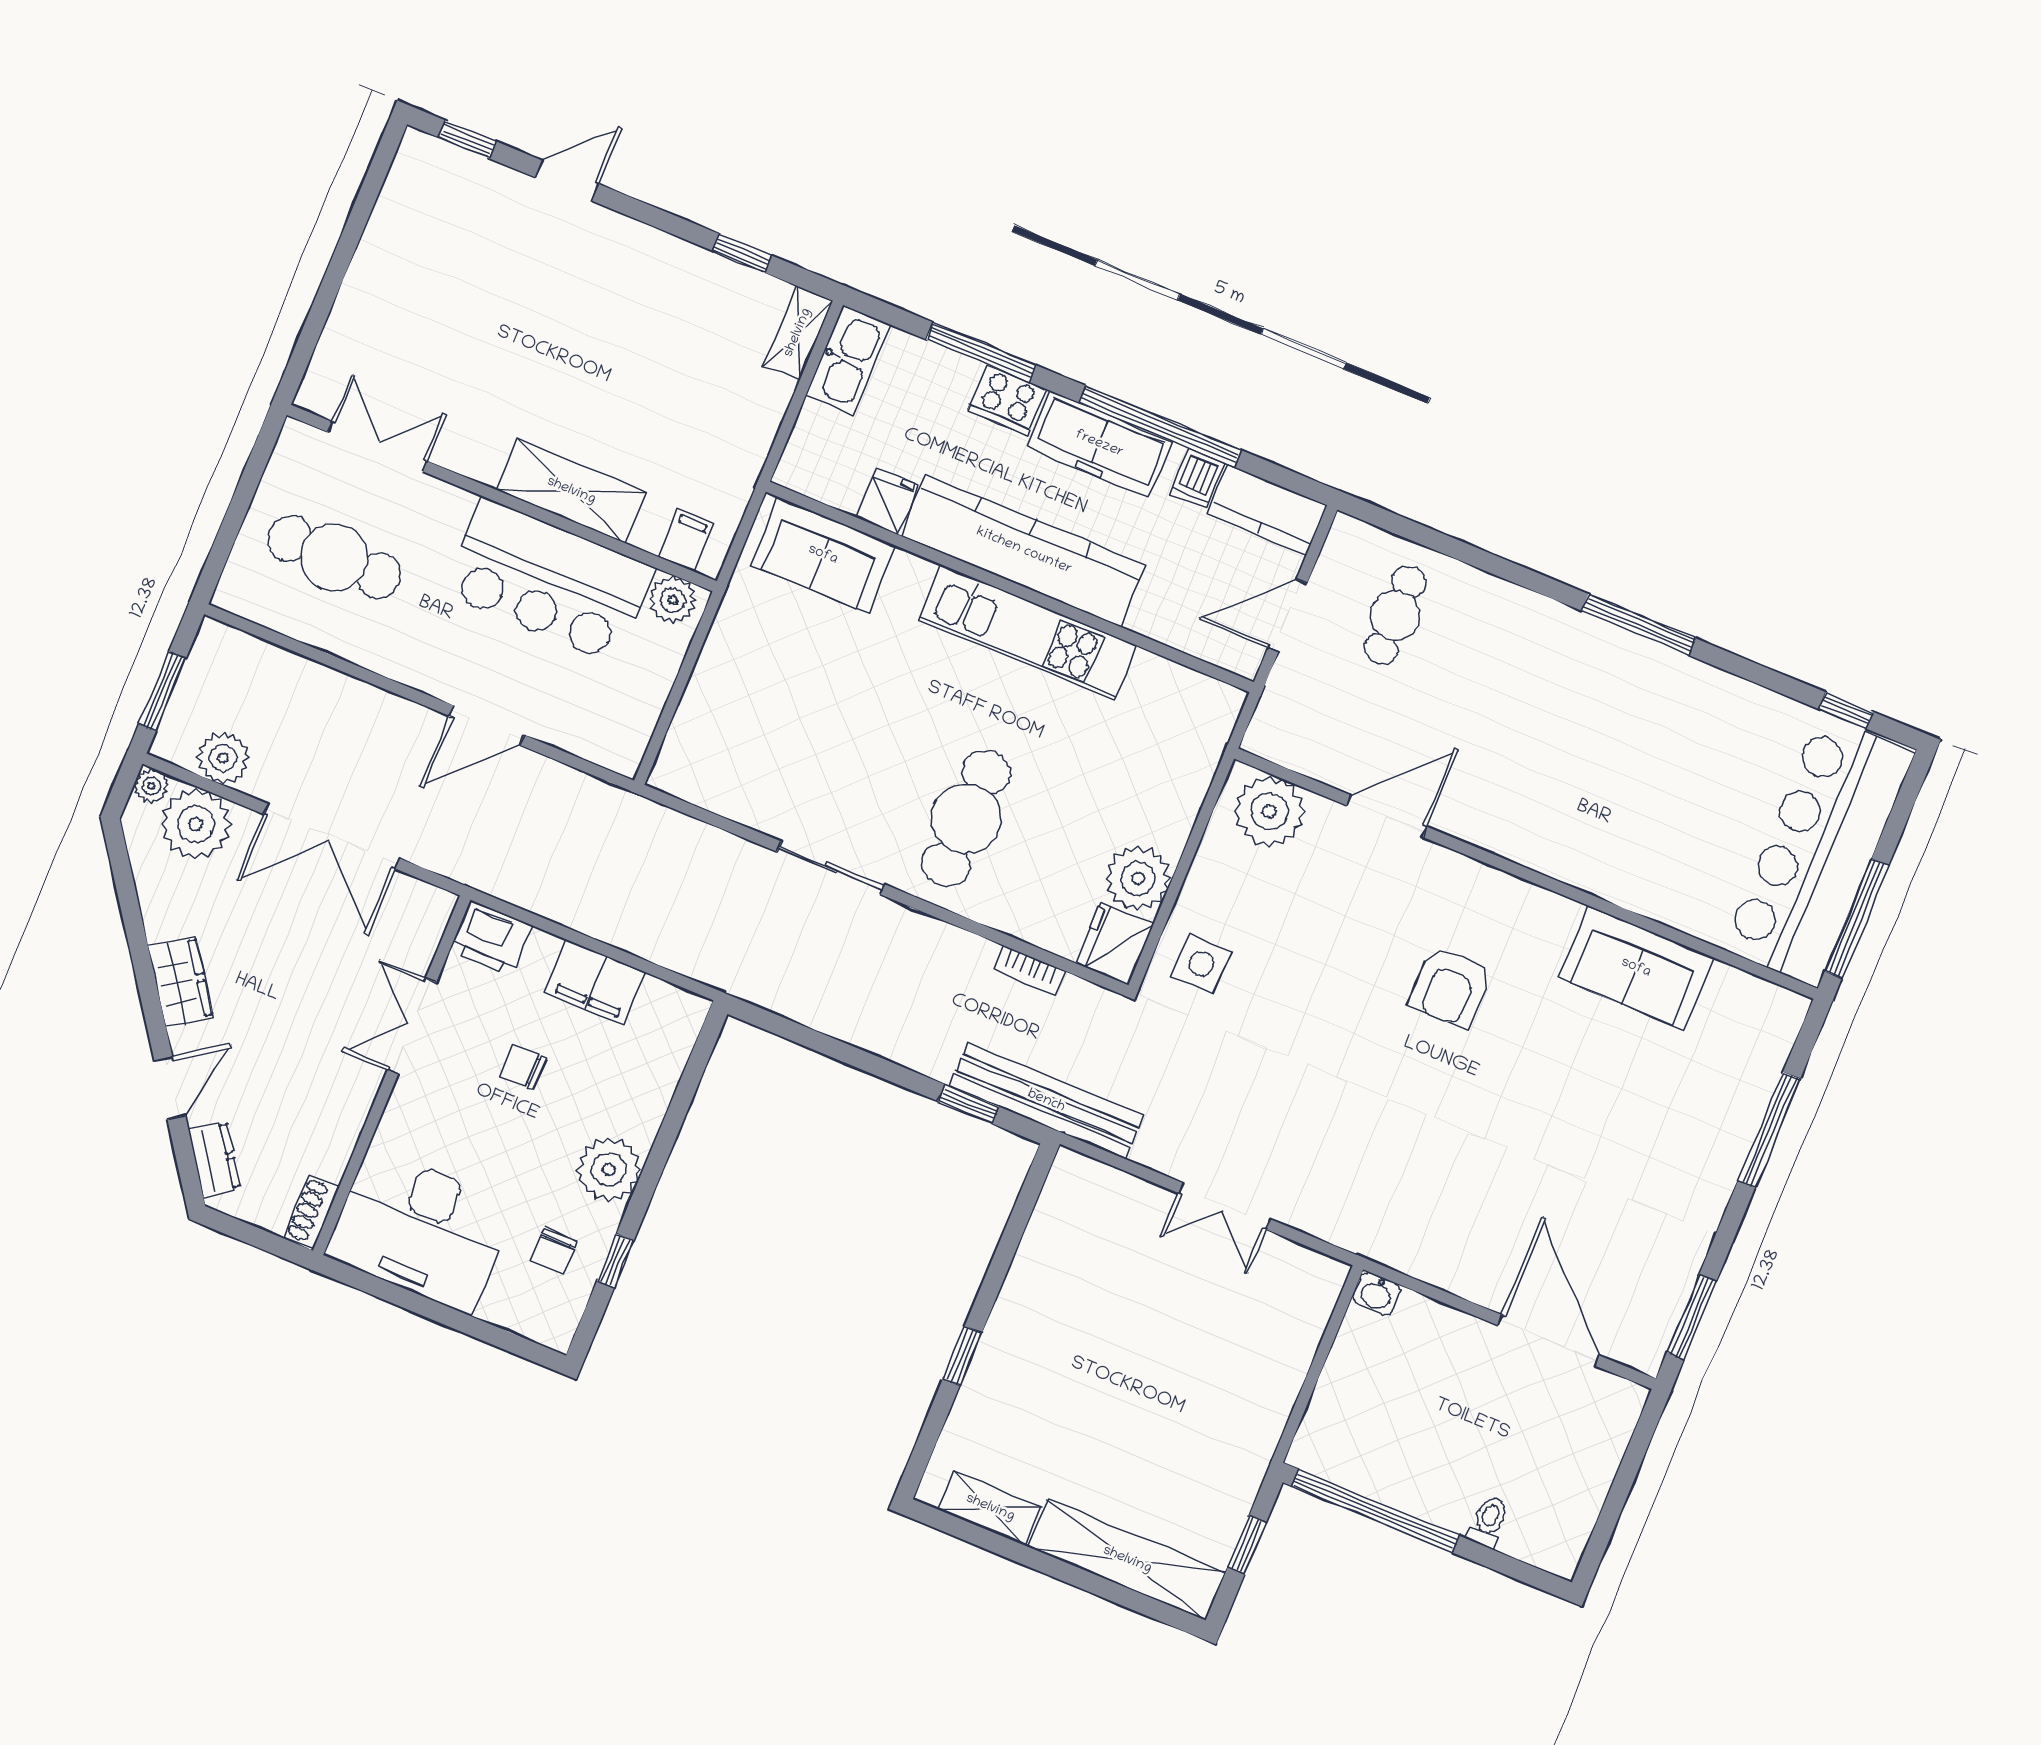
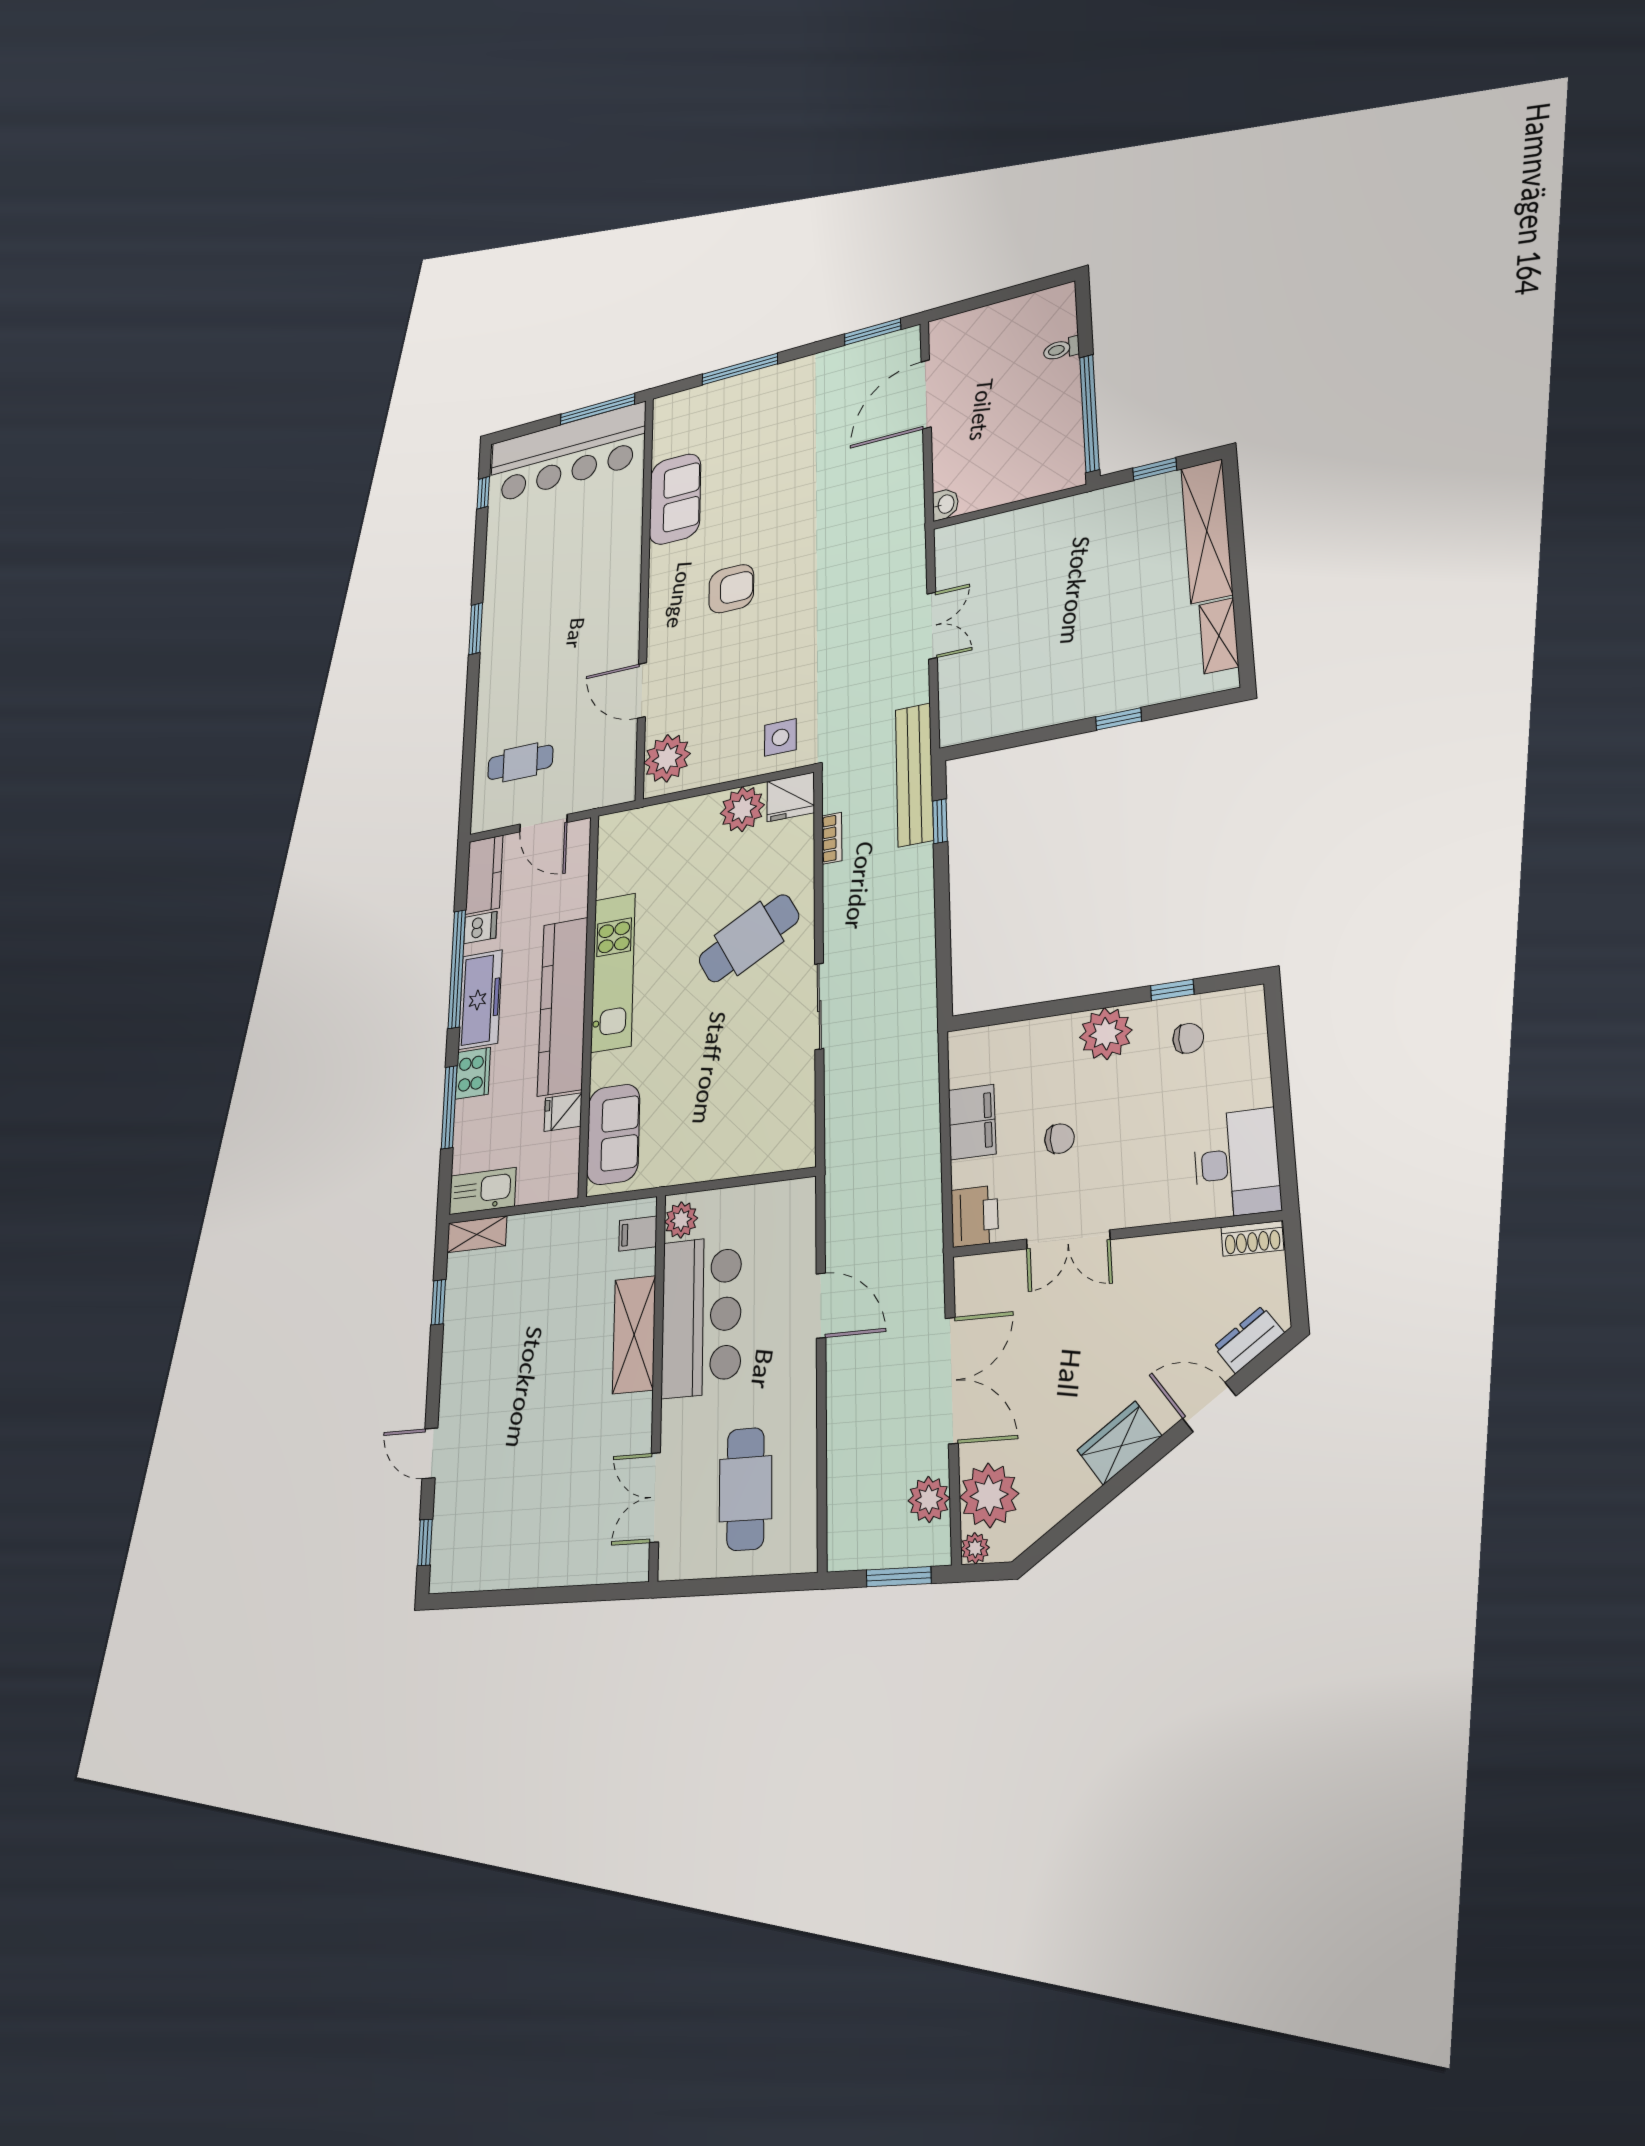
window: (1638, 624) -> (476, 629), width x0.69
cafe table: (966, 819) -> (749, 938), turned -30
chair: (523, 1067) -> (1059, 1139), turned -90
desk: (421, 1230) -> (1237, 1163), width x0.73, depth x0.77

